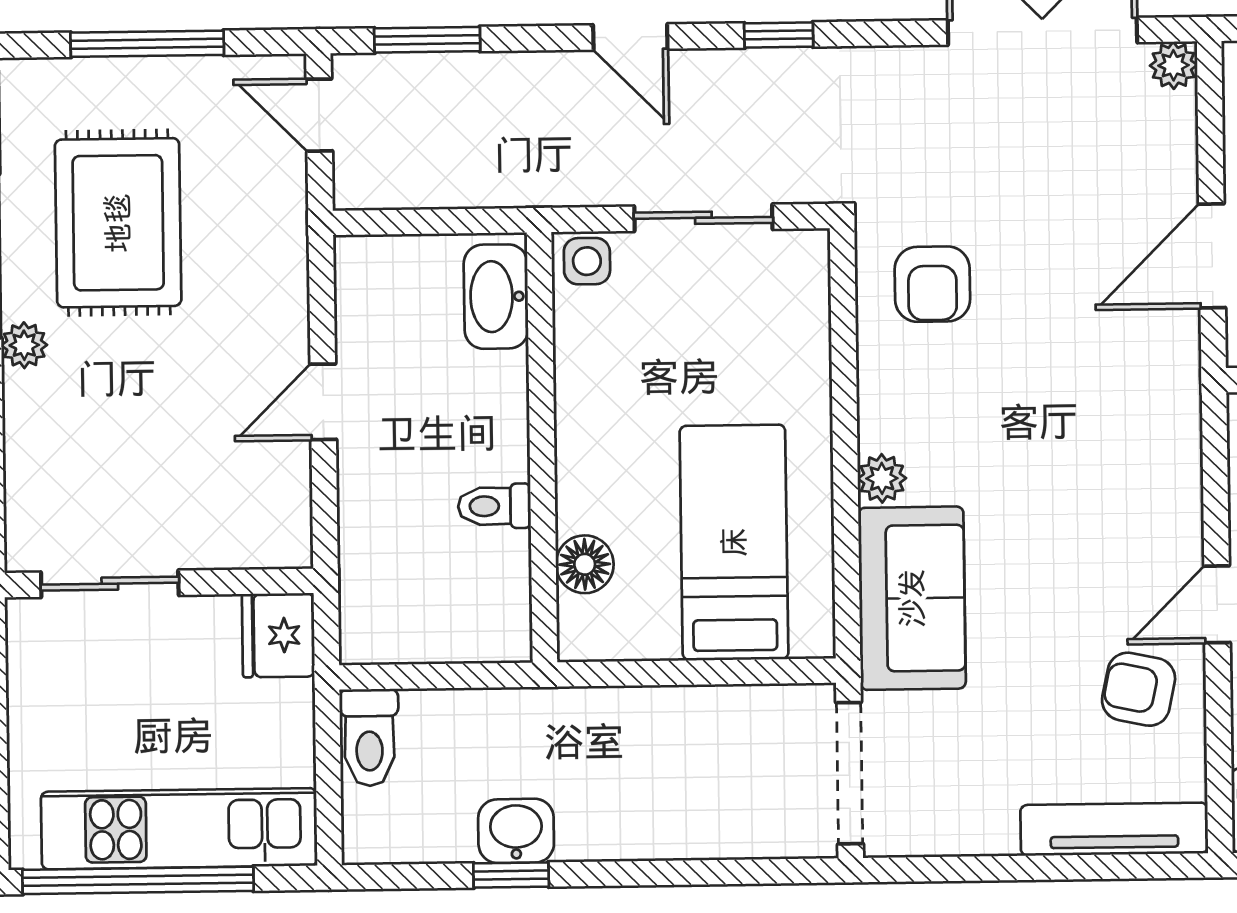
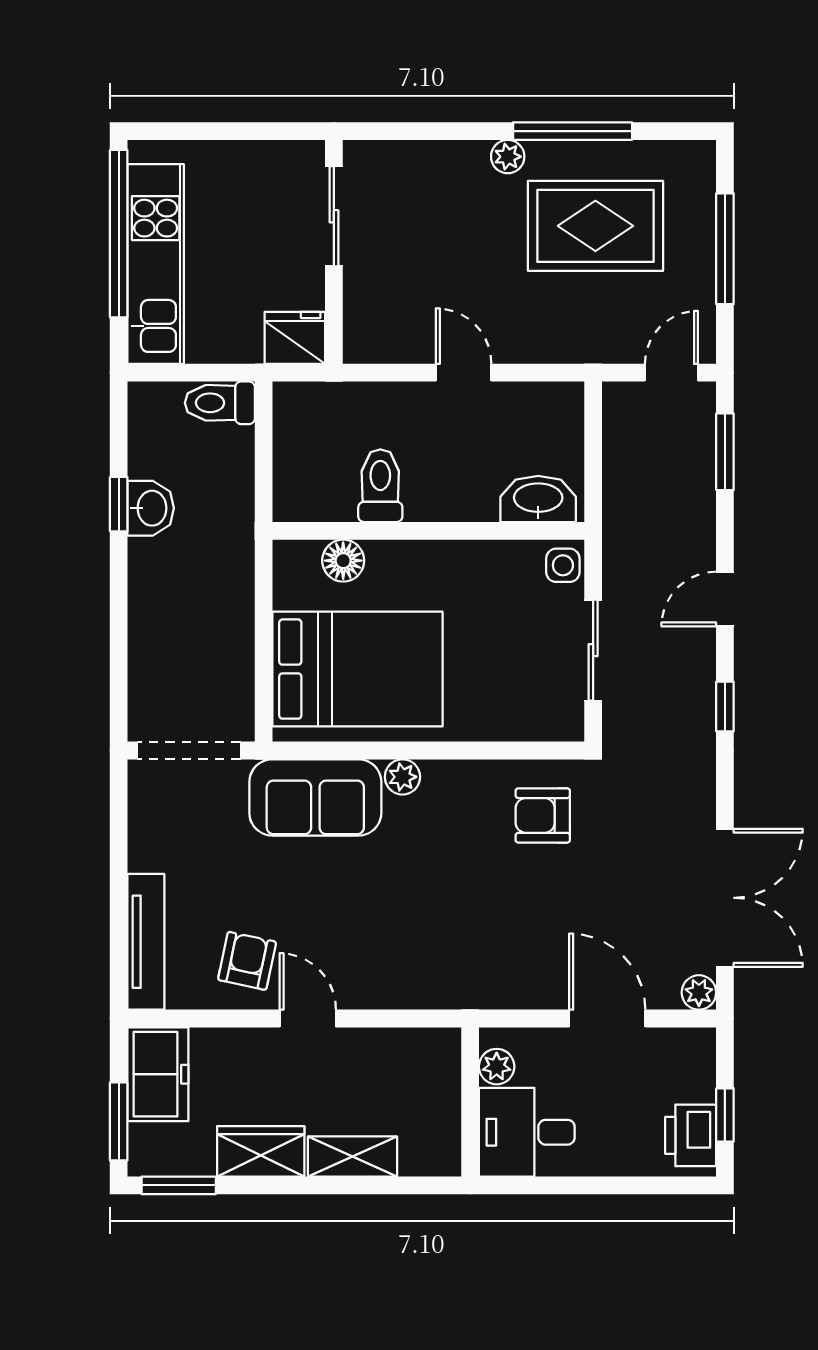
door: (1212, 256) -> (607, 1018), moved
toilet: (494, 506) -> (380, 486), width x1.37, depth x1.39
bed: (734, 542) -> (357, 669), width x1.50

